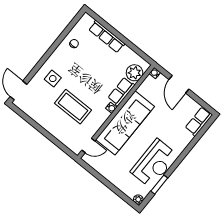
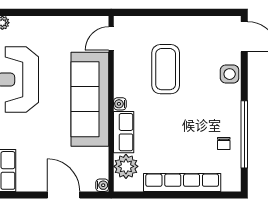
row of seats: (107, 37) -> (182, 182), width x1.36
window: (60, 40) -> (244, 134), added
side table: (53, 79) -> (230, 74), moved
coffee table: (73, 107) -> (166, 69), turned 90

